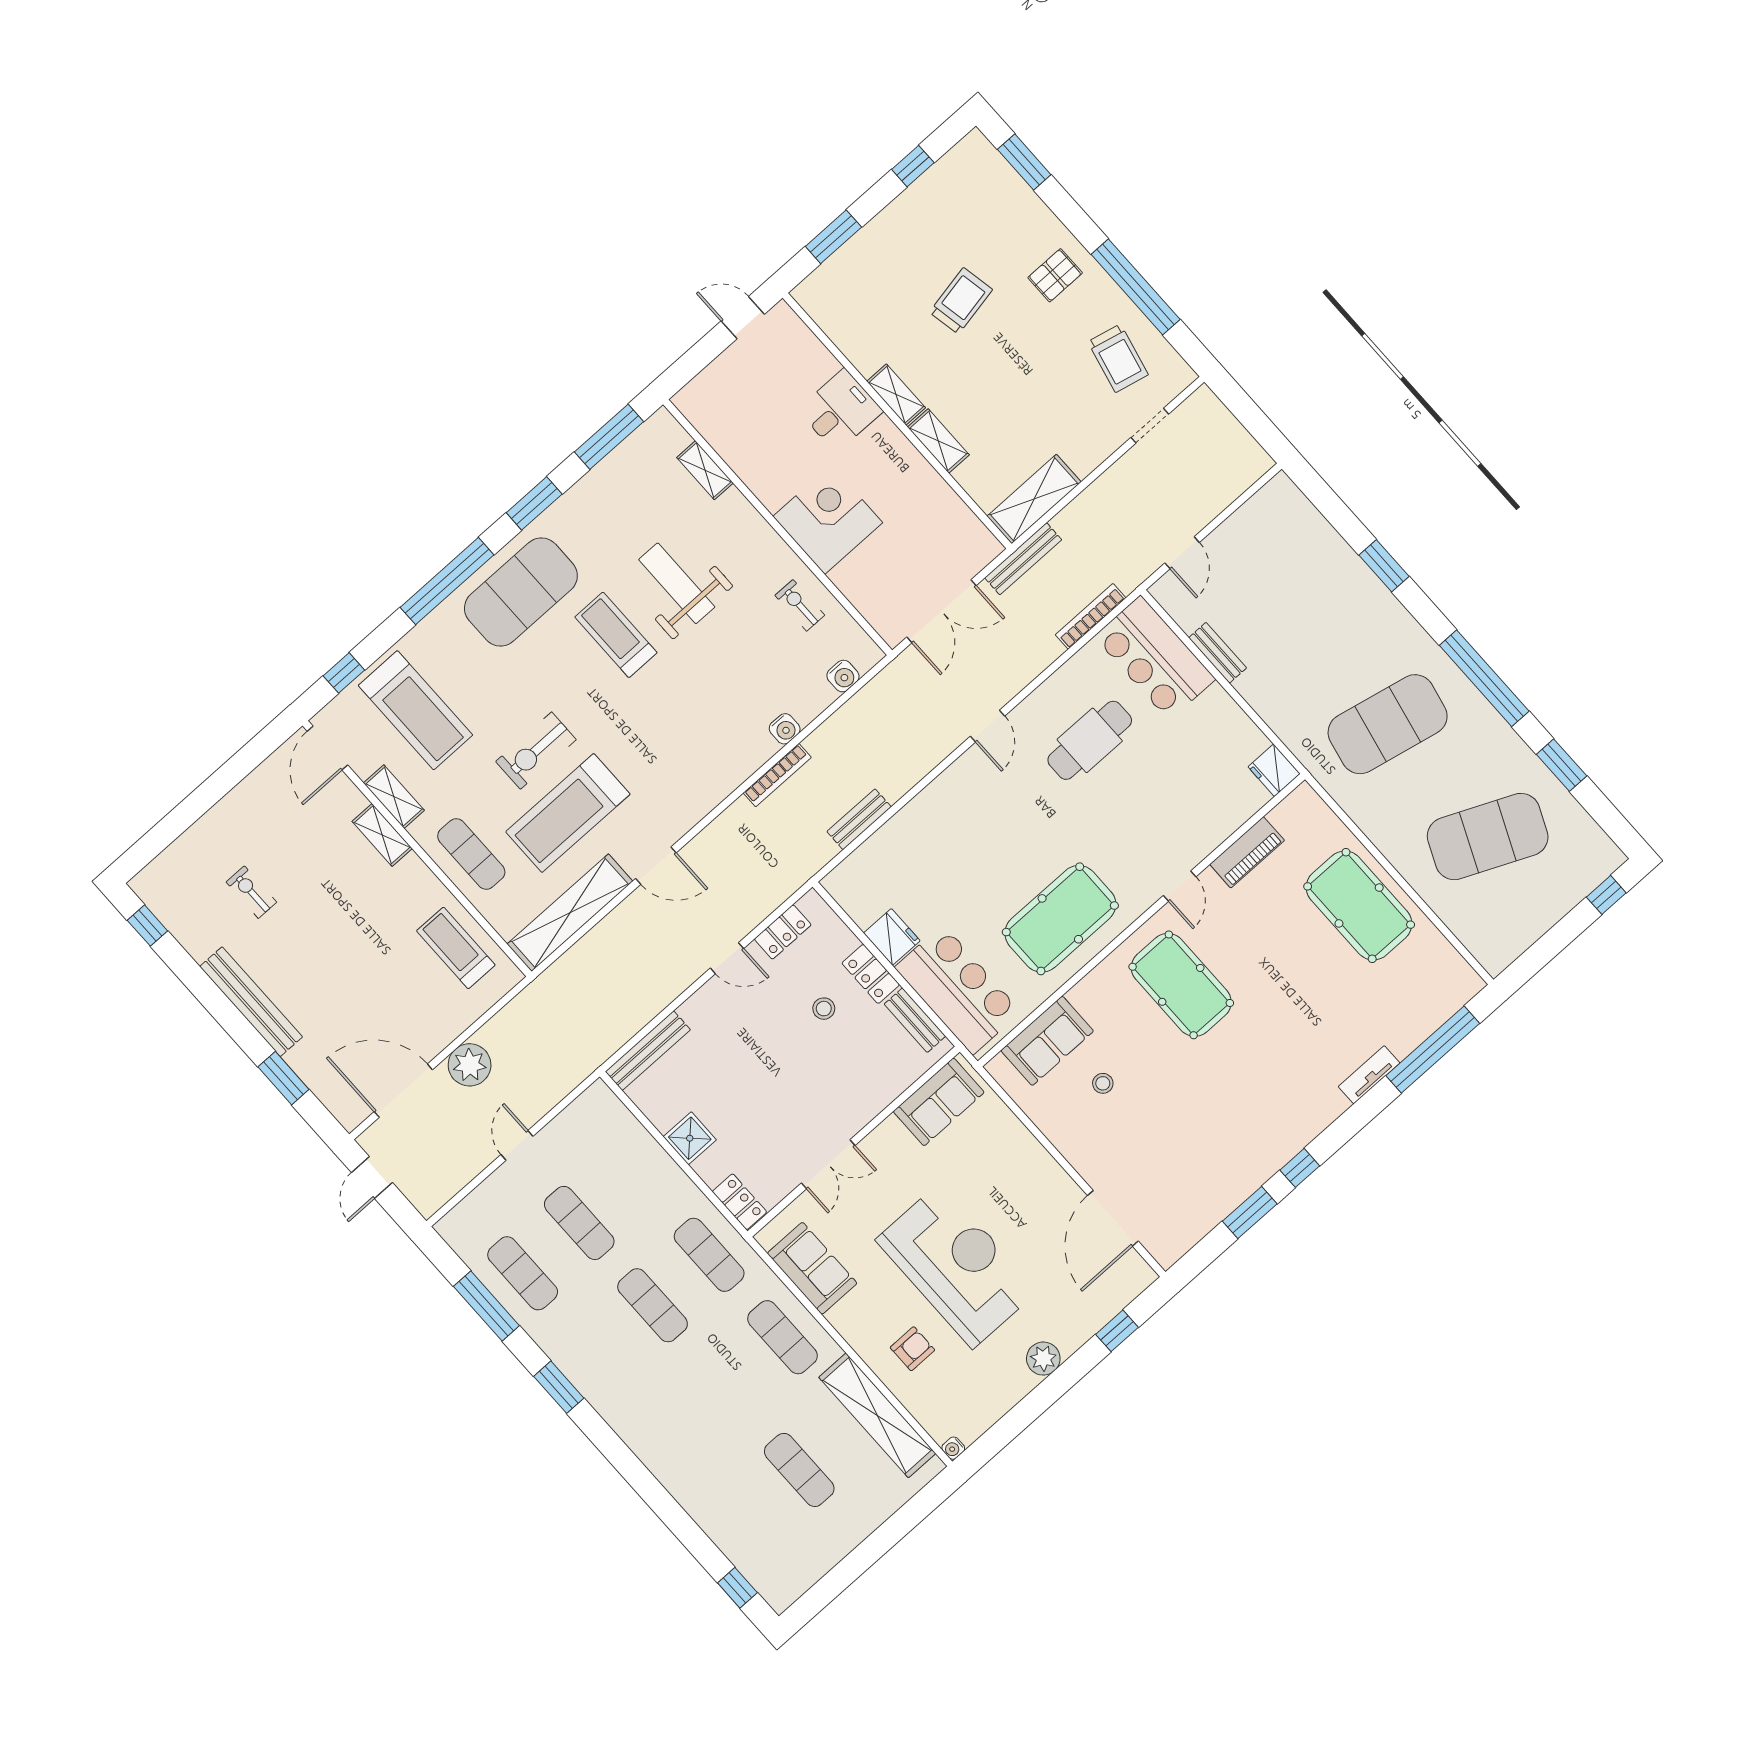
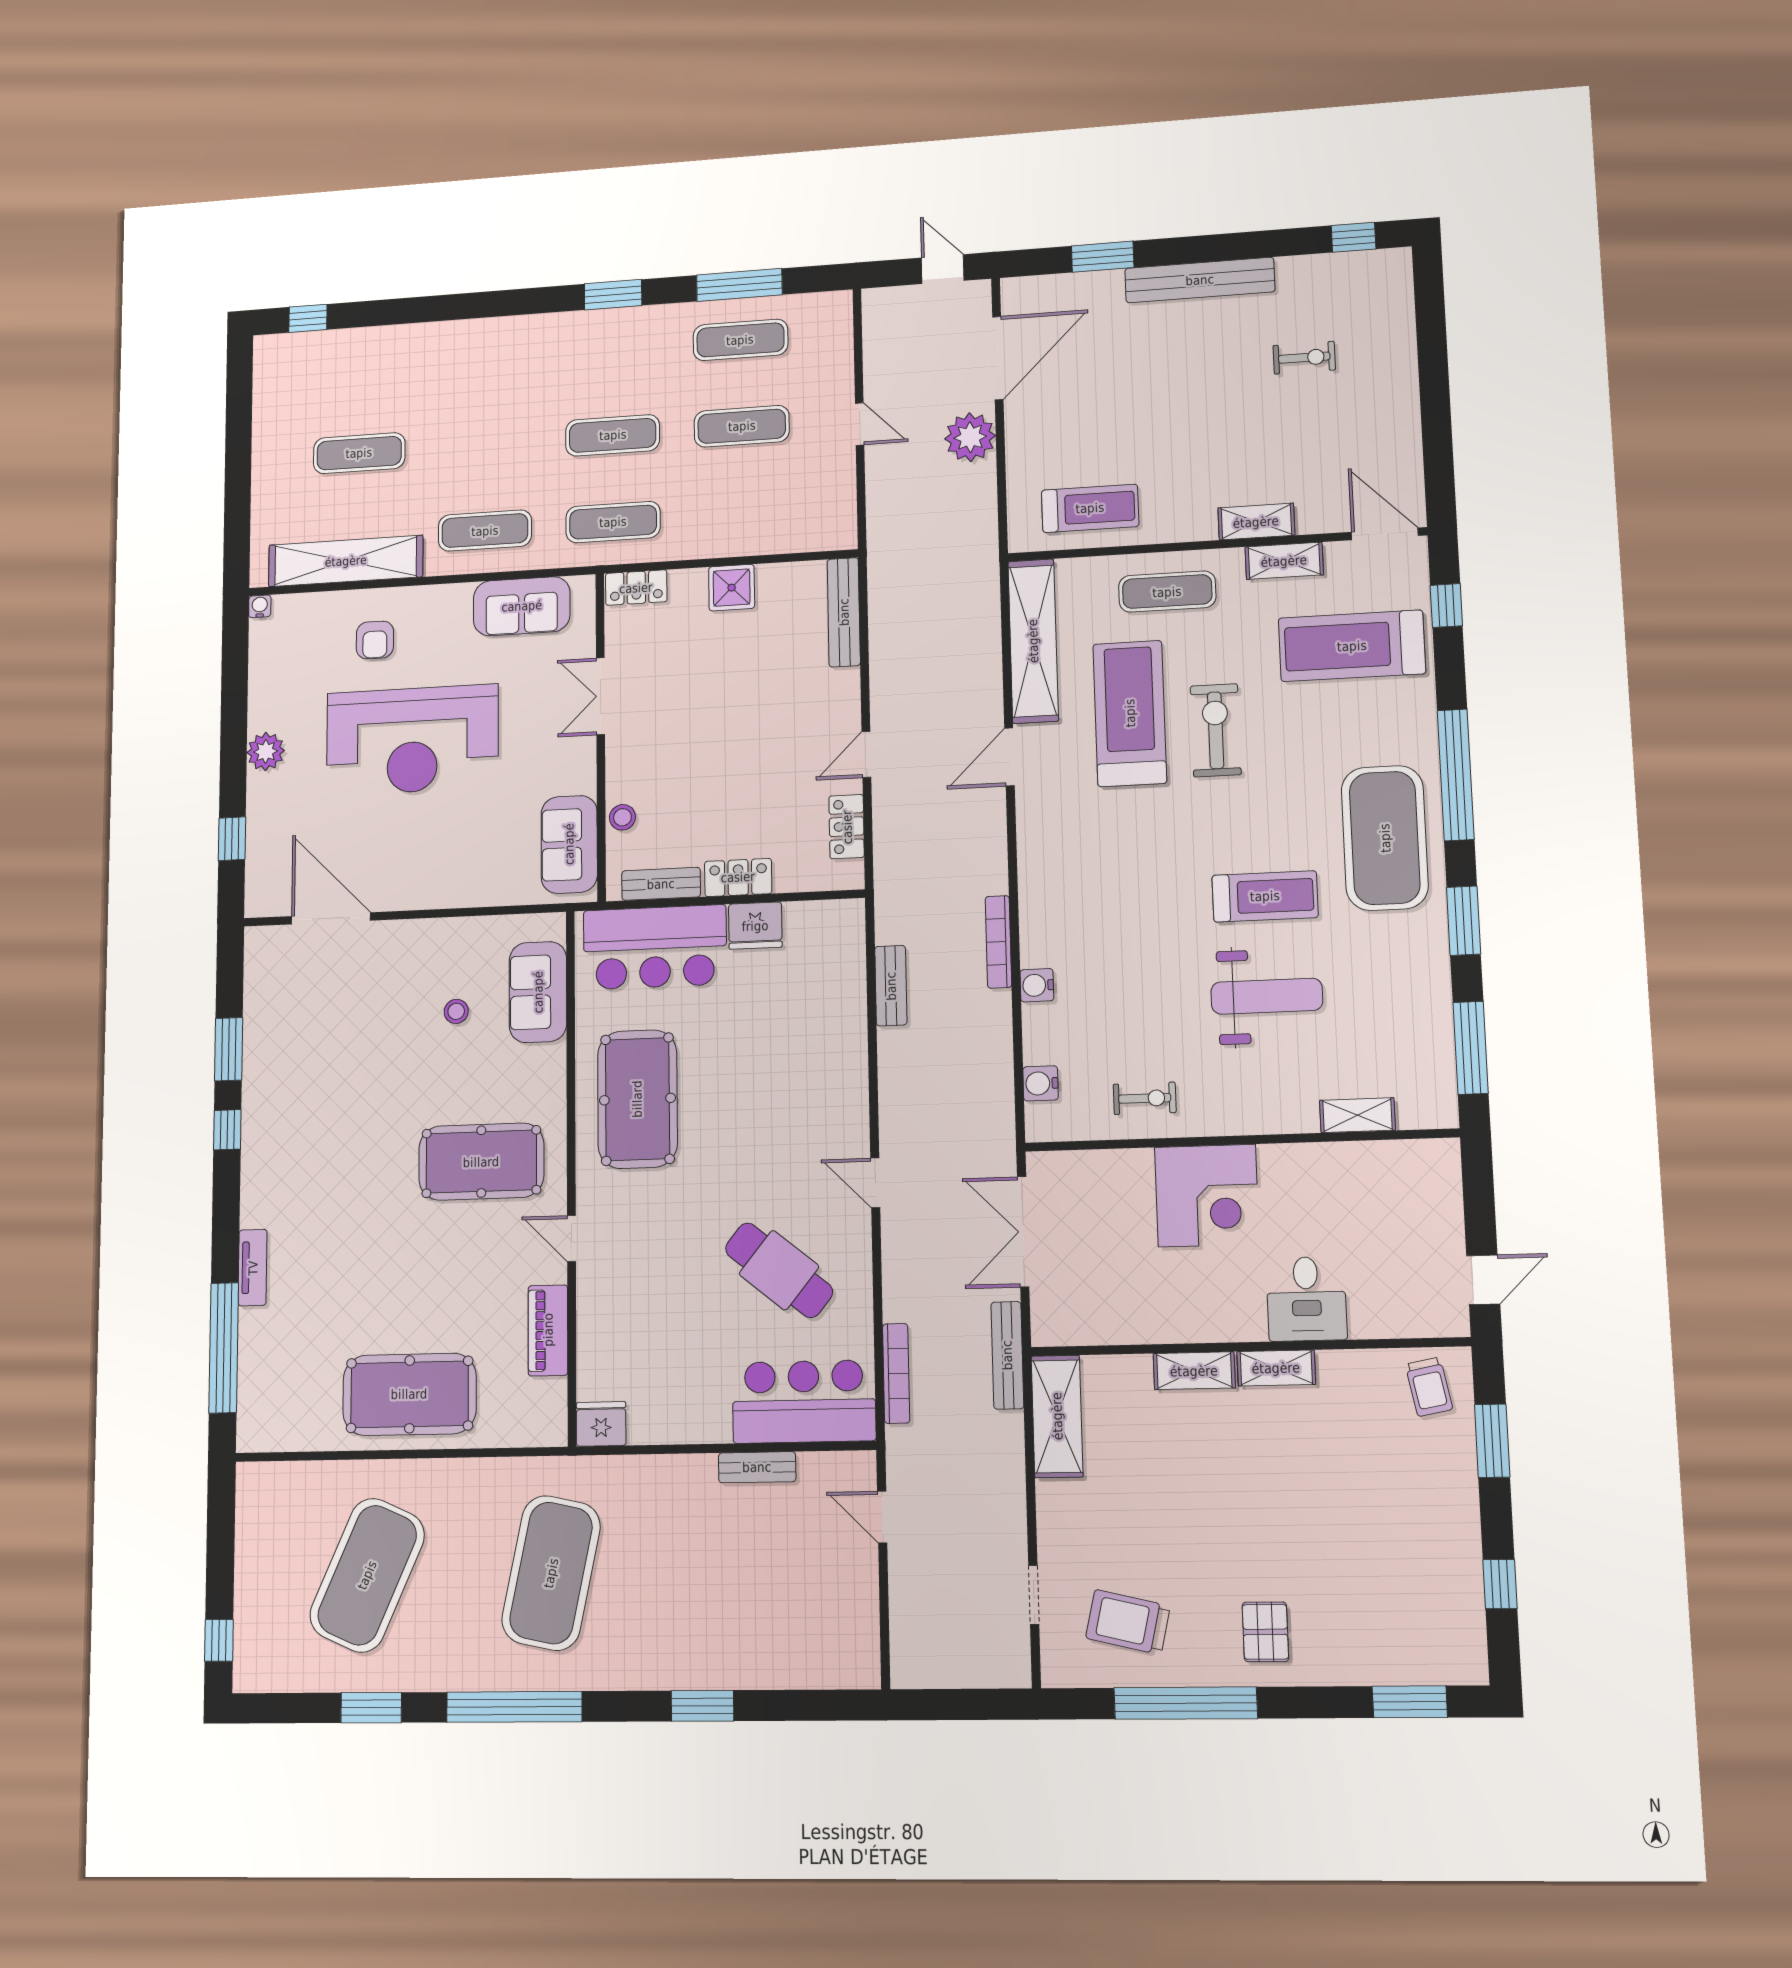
trolley: (961, 301) -> (1429, 1387), moved, width x0.73, depth x0.72
cafe table: (1090, 740) -> (779, 1270), turned -51
stool: (824, 1009) -> (622, 817), moved

